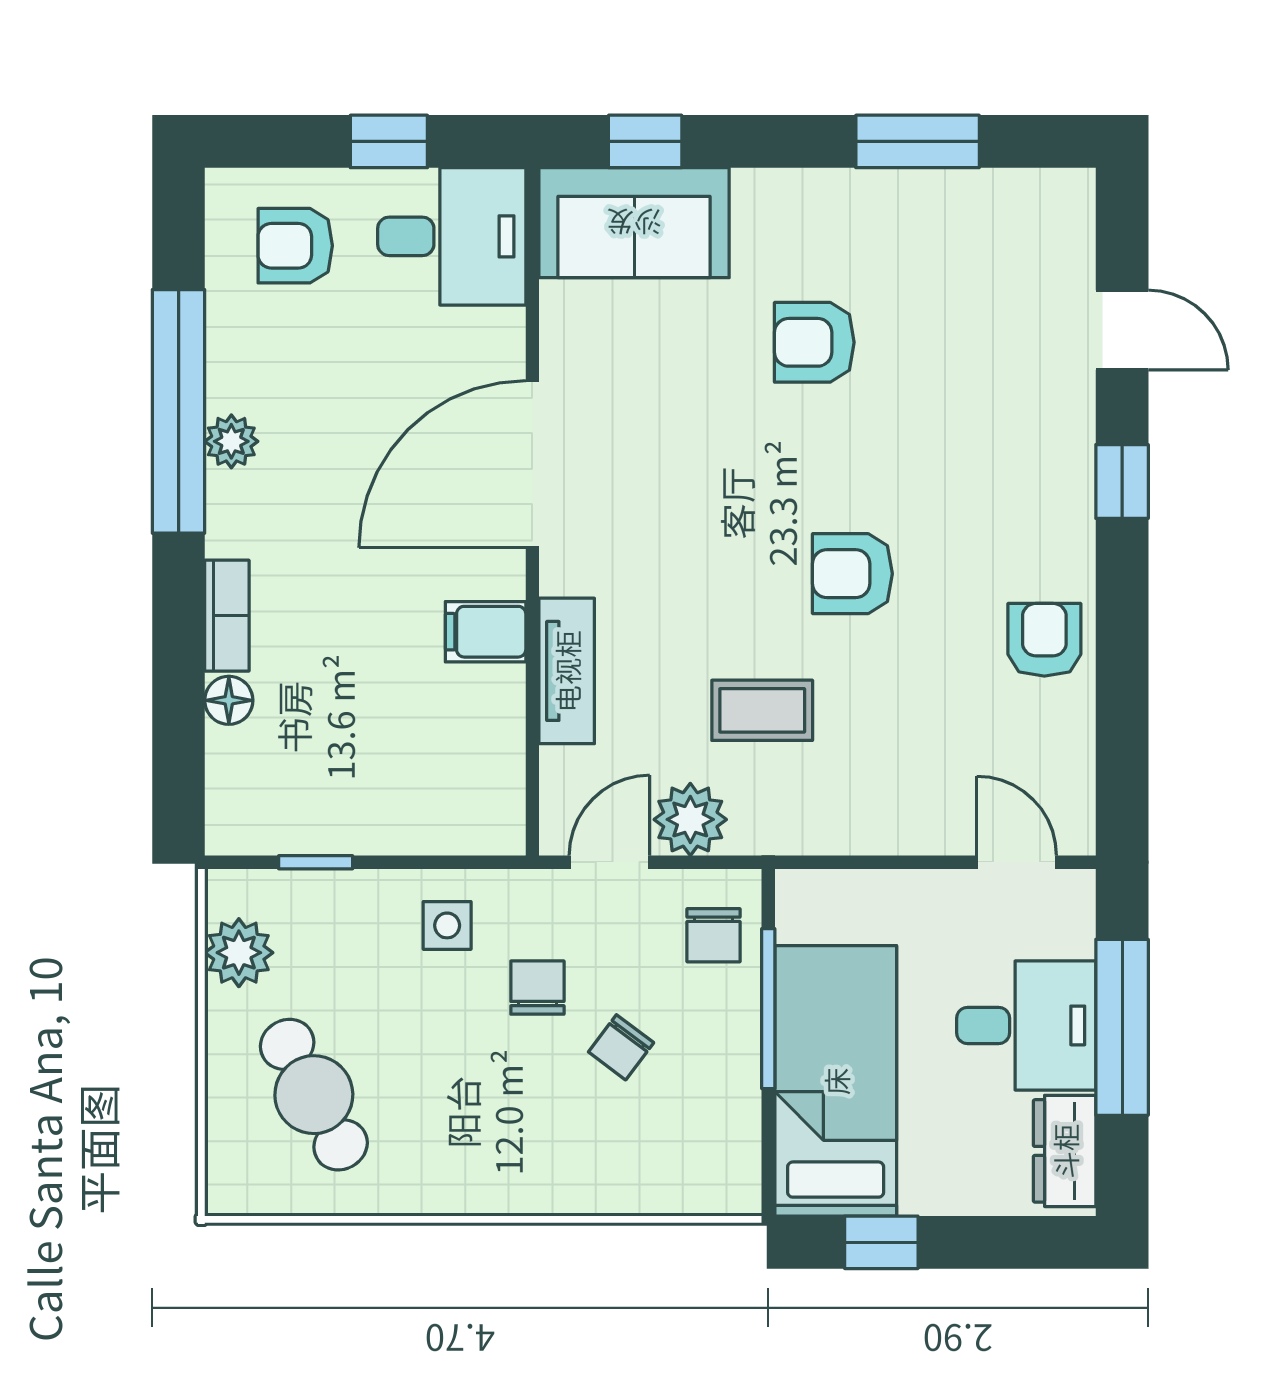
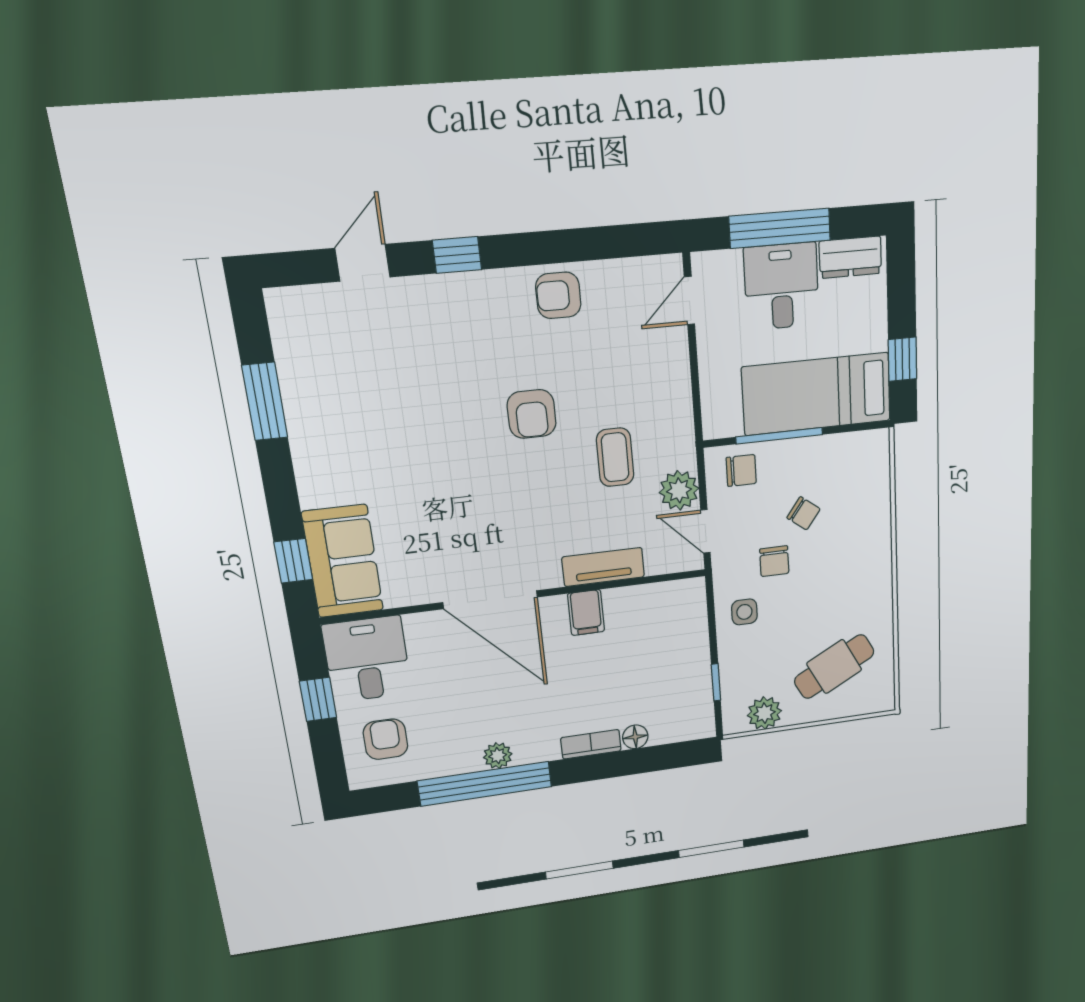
armchair: (295, 246) -> (385, 739), turned 180
armchair: (814, 342) -> (398, 450), removed
chair: (537, 988) -> (774, 561), turned -90

